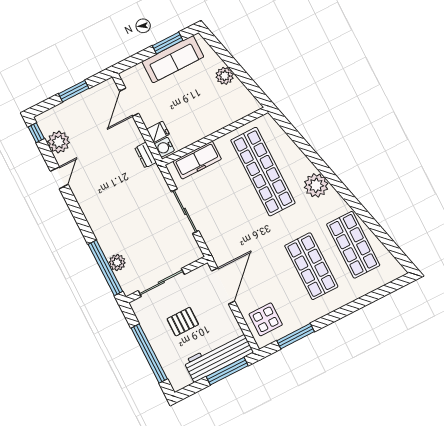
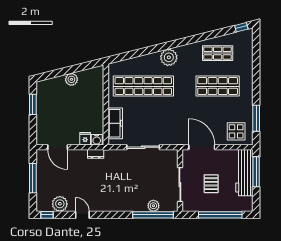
sofa: (173, 59) -> (45, 106), removed
window: (74, 91) -> (33, 178), width x1.44
shop shelf: (353, 245) -> (218, 53), width x0.70, depth x0.74
window: (402, 258) -> (241, 27), added

